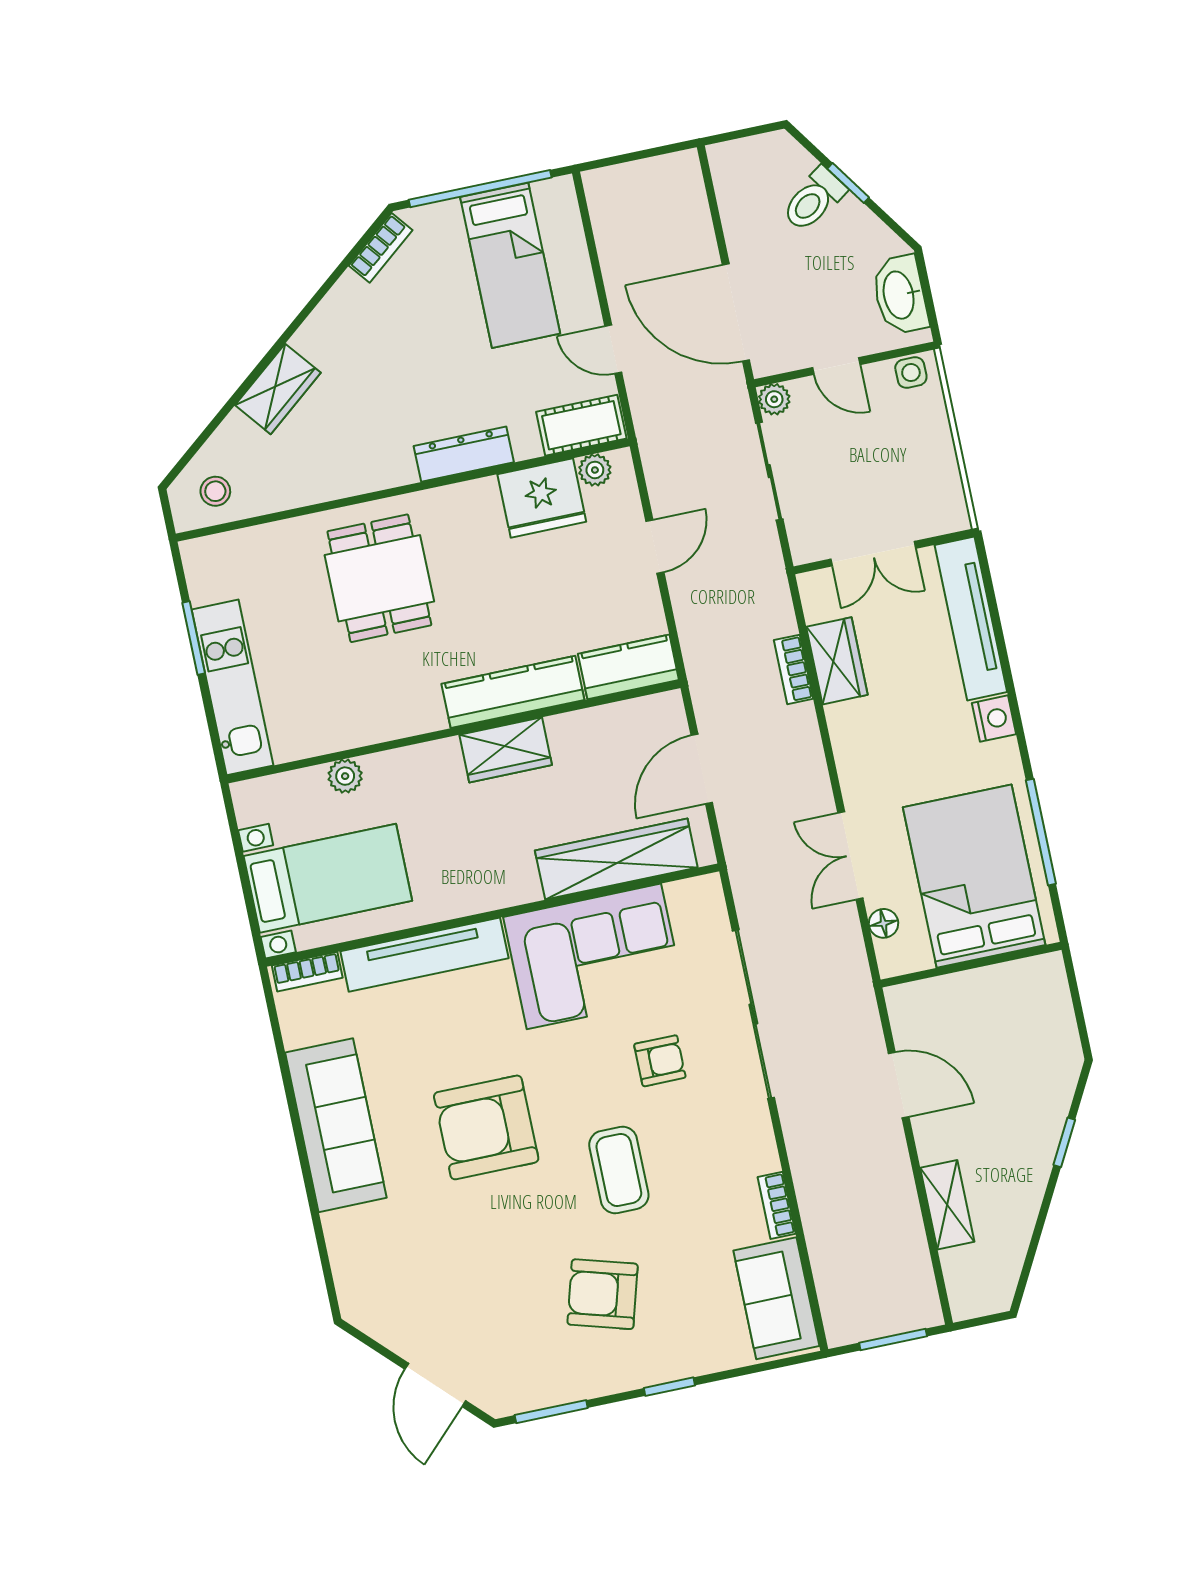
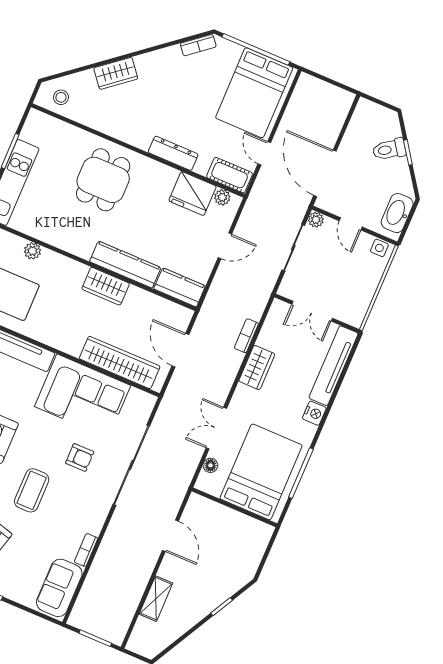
bed: (510, 265) -> (254, 93), width x1.50
wardrobe: (837, 661) -> (257, 367), moved
door: (702, 769) -> (180, 350), hinge flipped

